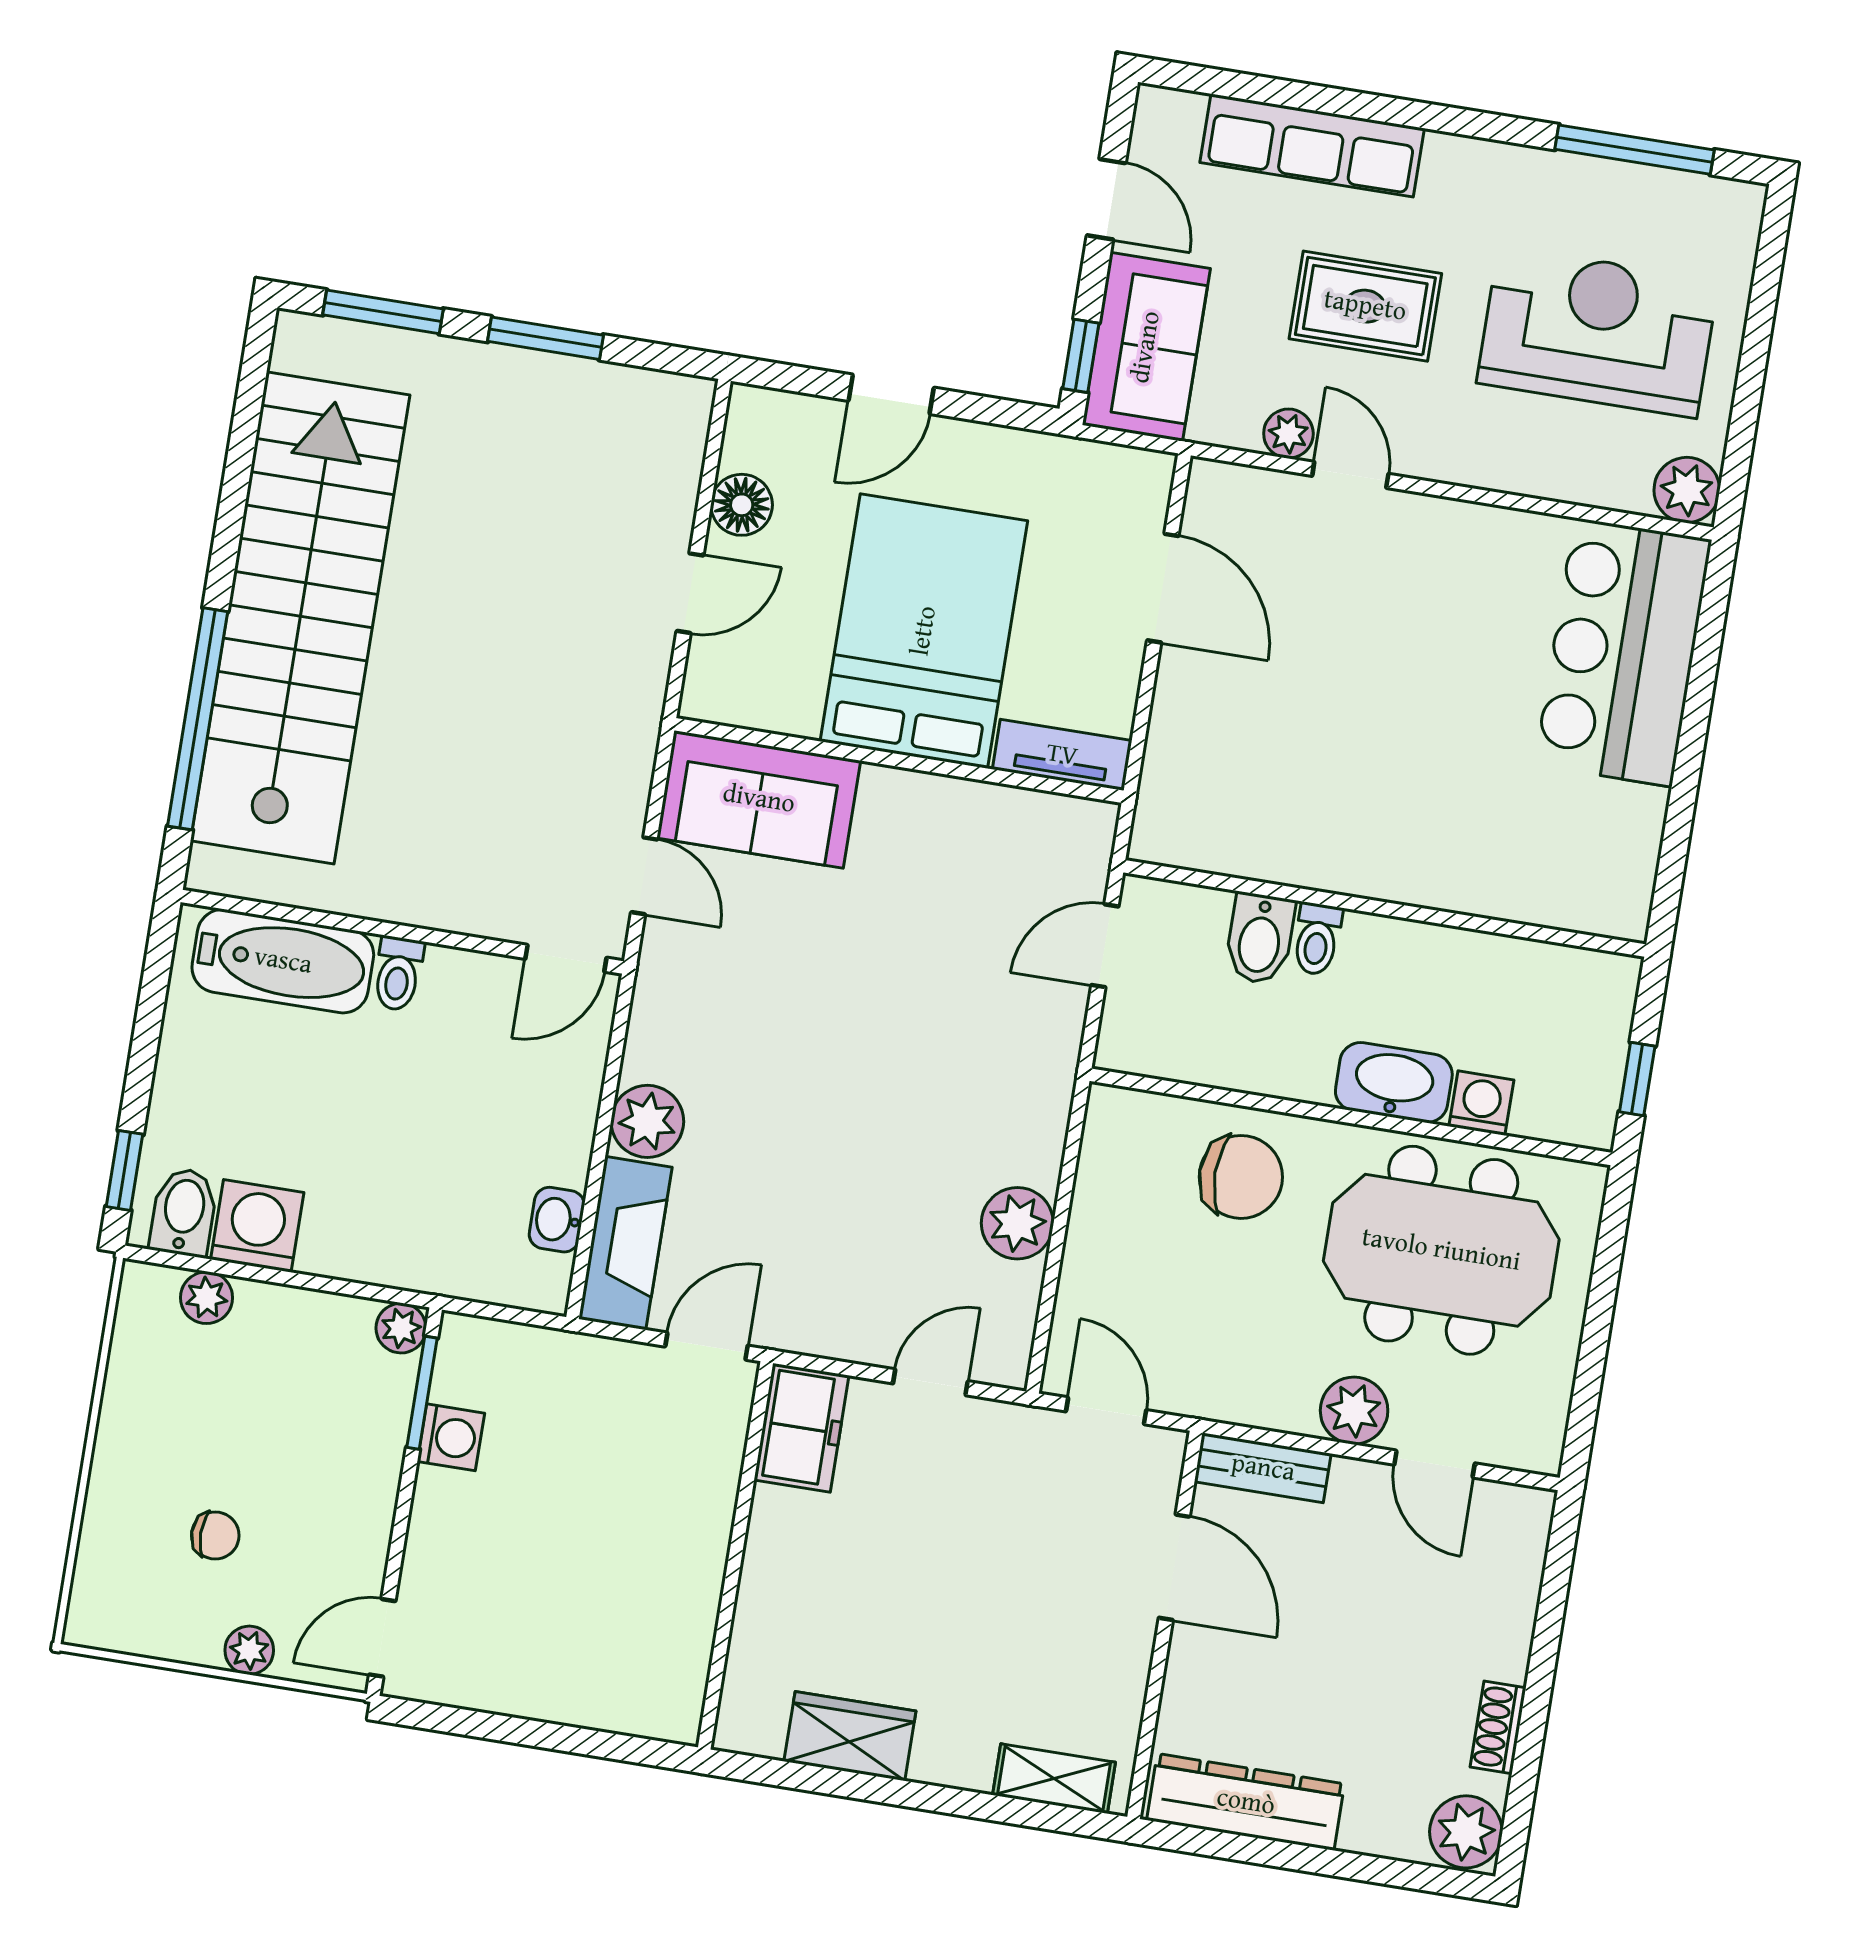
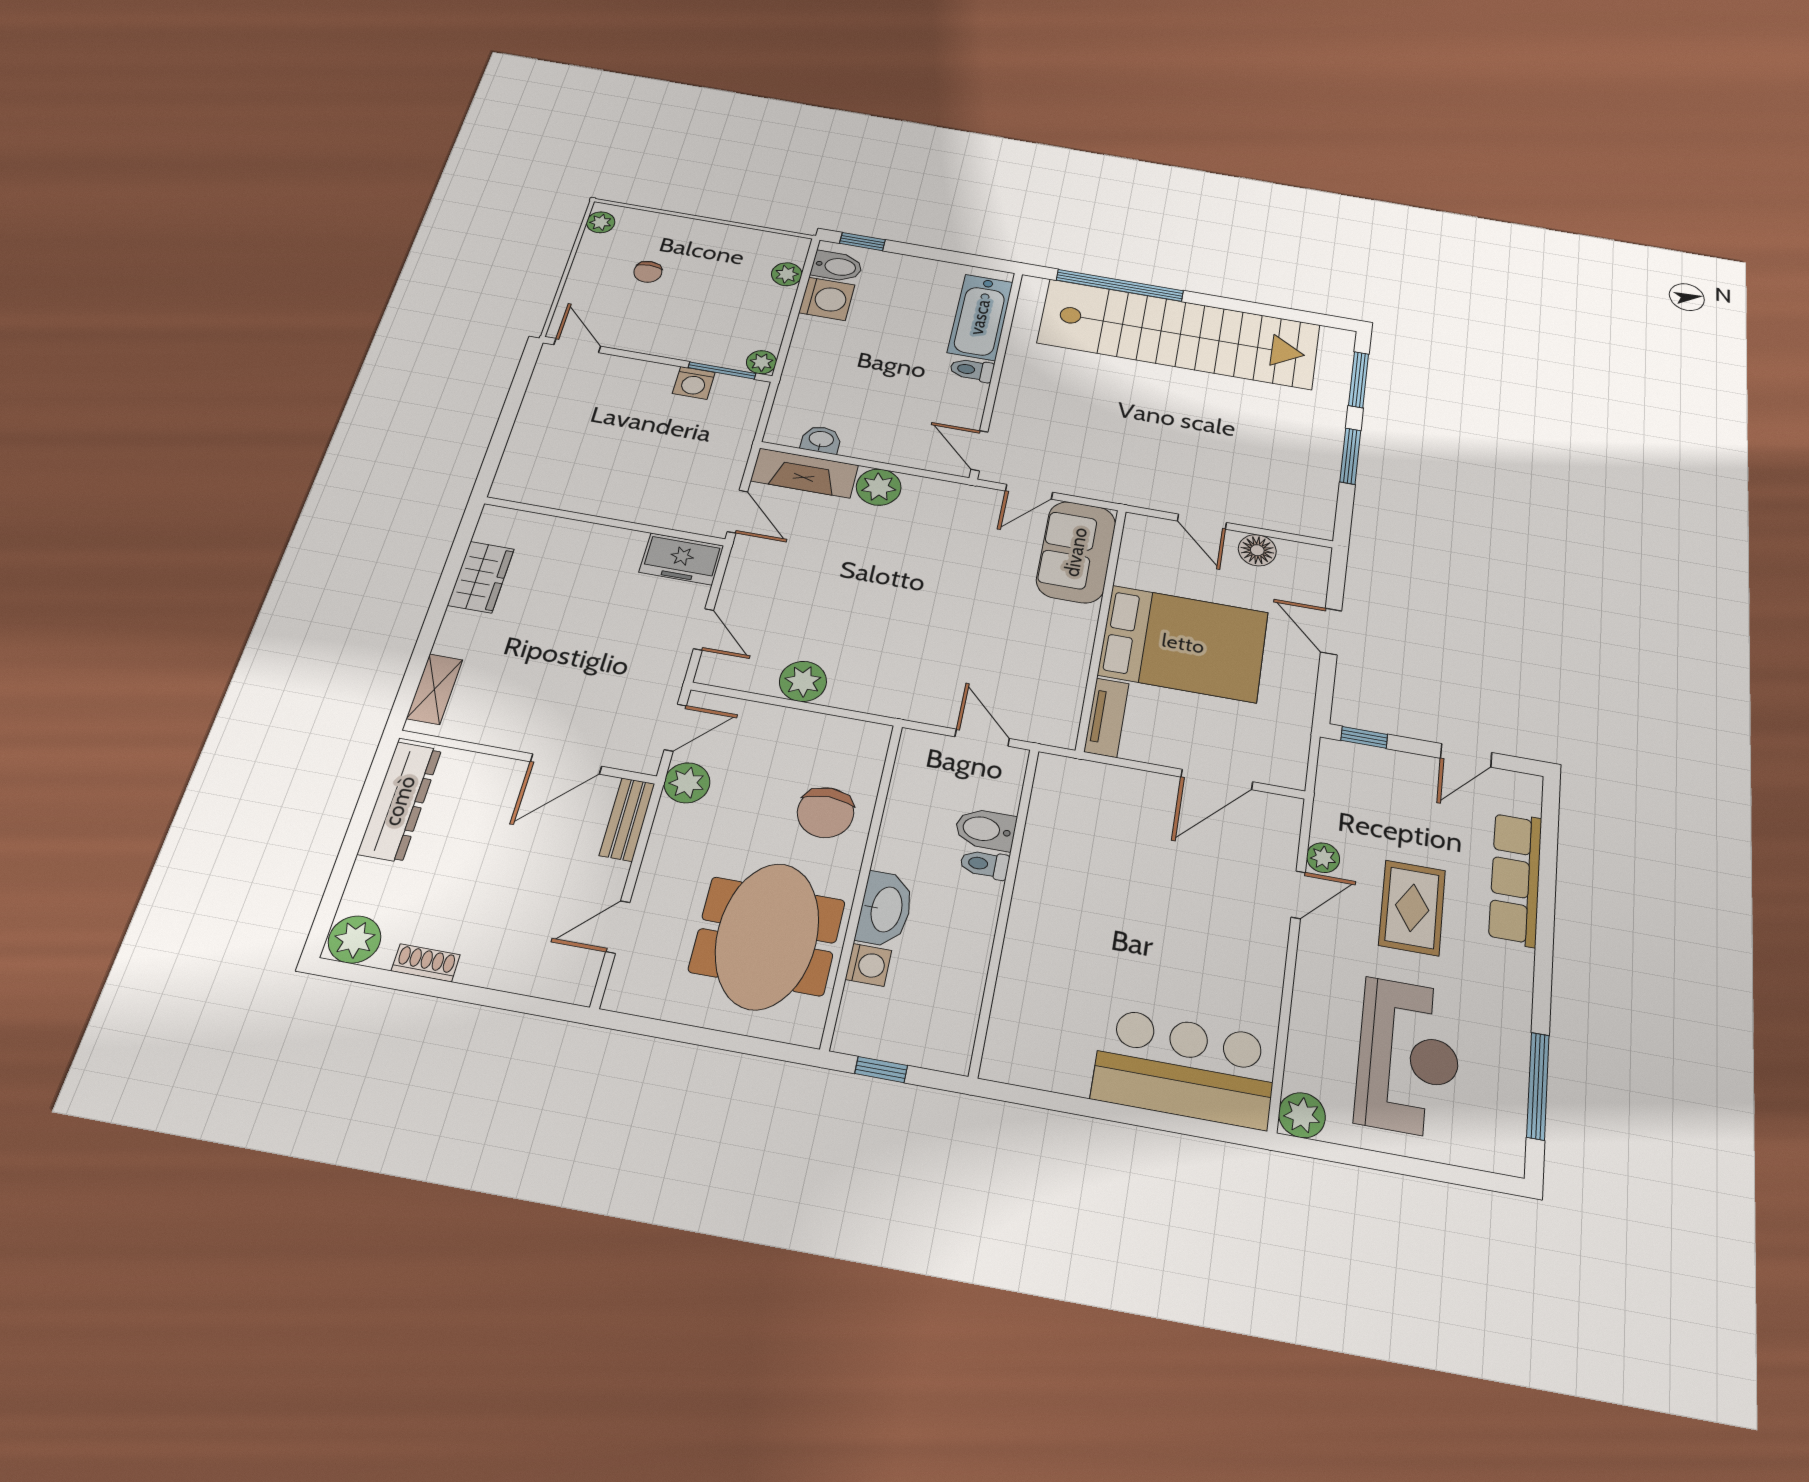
sofa: (1146, 347) -> (1373, 775), removed
plant: (1354, 1411) -> (687, 783), moved
plant: (249, 1650) -> (601, 222), moved

